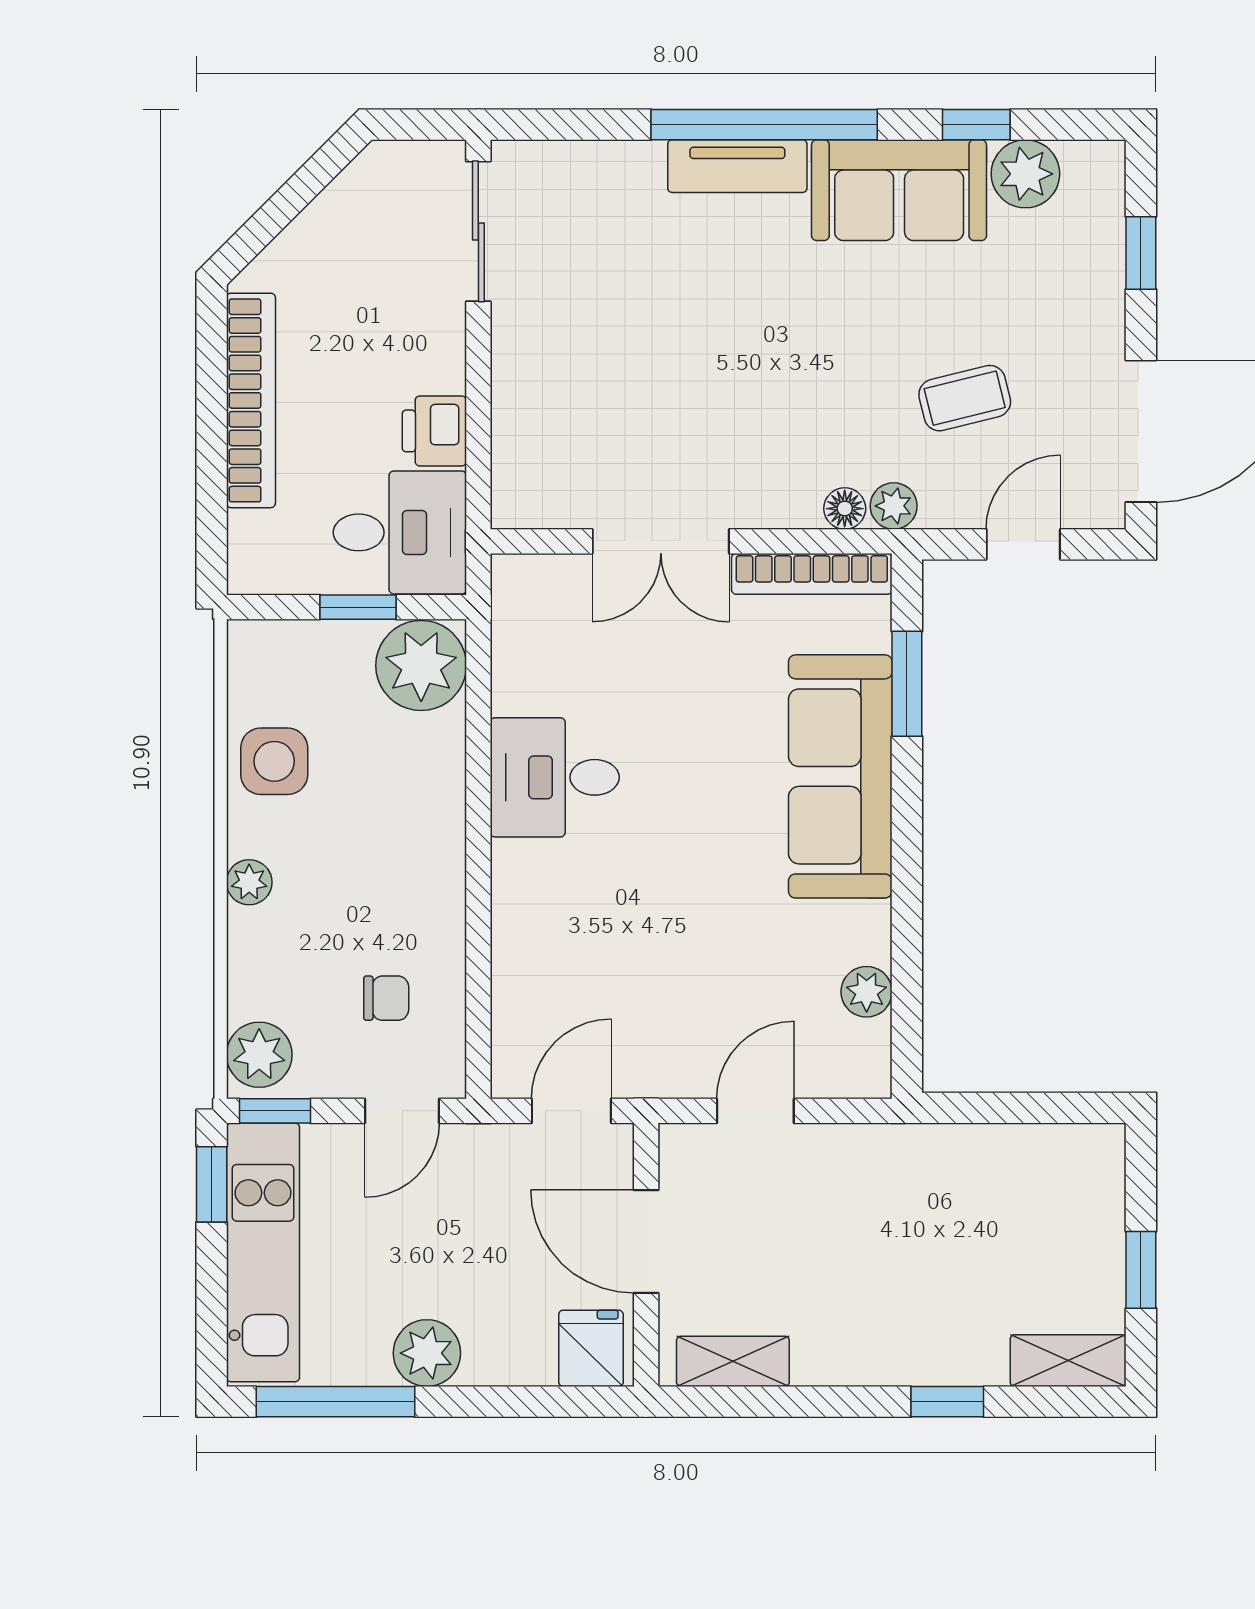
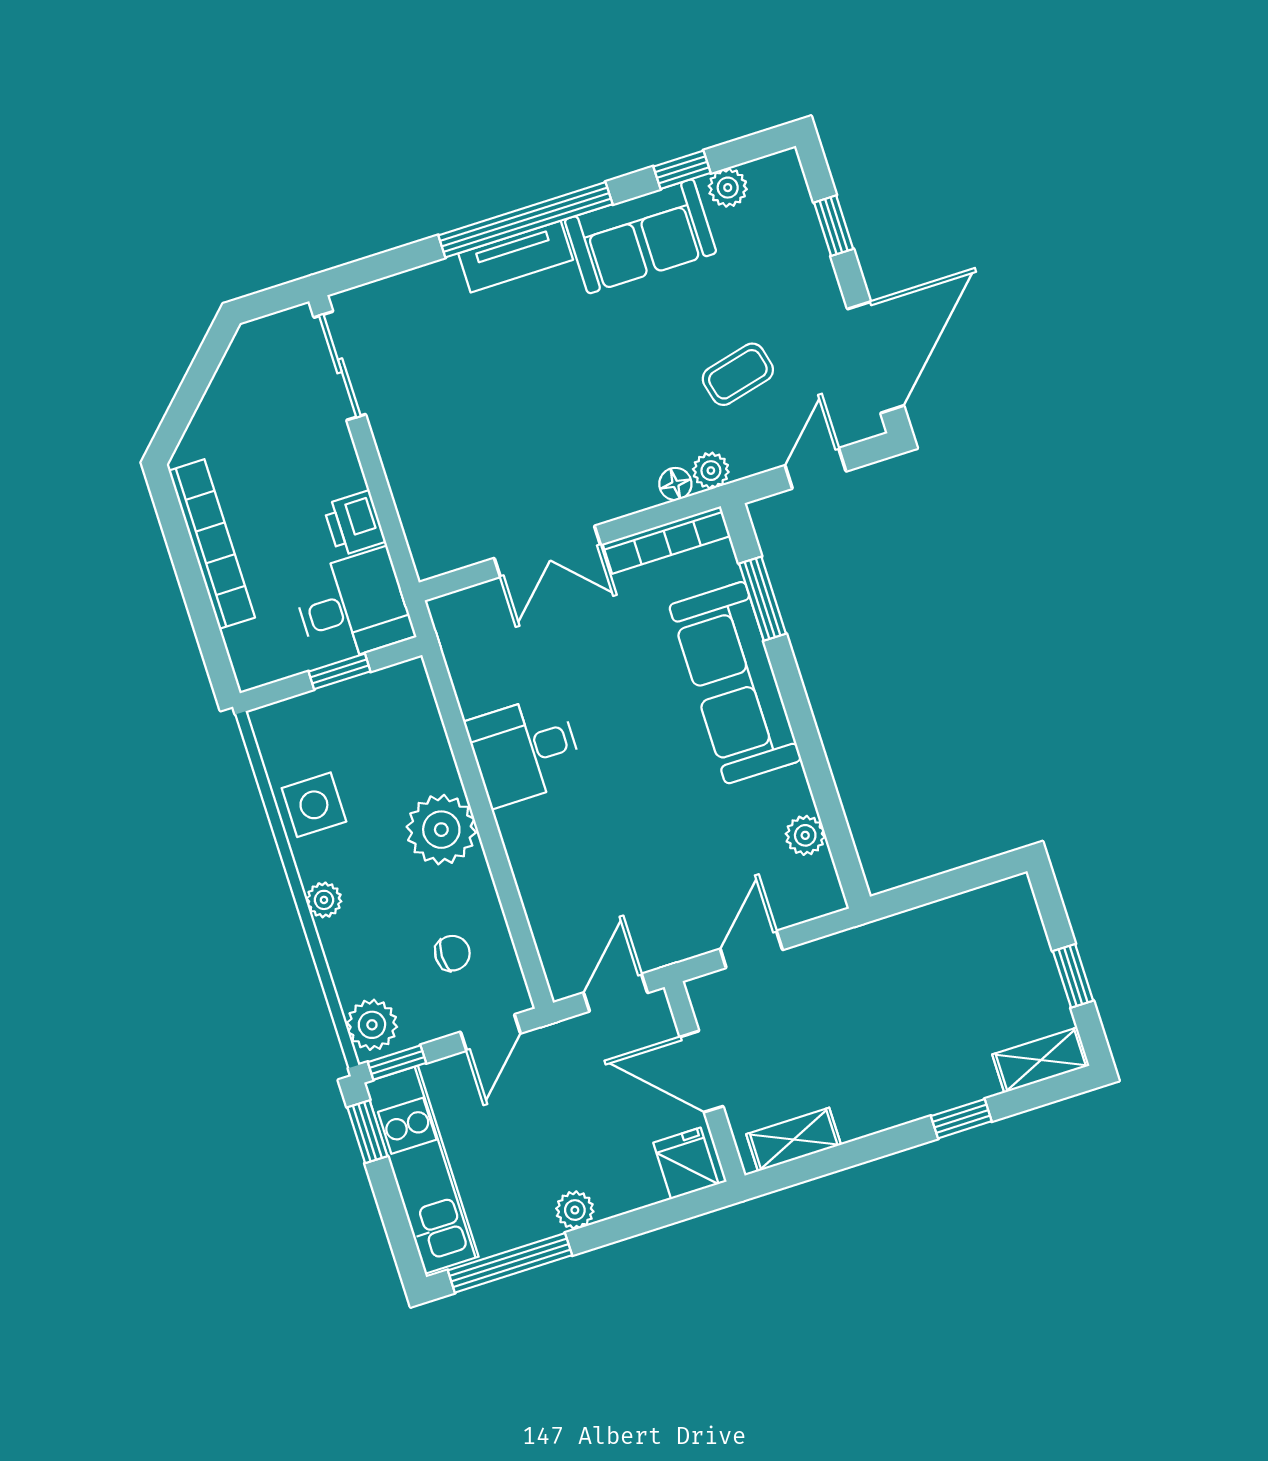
plant: (1025, 174) -> (728, 188), width x0.73, depth x0.73
plant: (421, 665) -> (441, 830), moved
plant: (427, 1353) -> (575, 1210), width x0.73, depth x0.73

